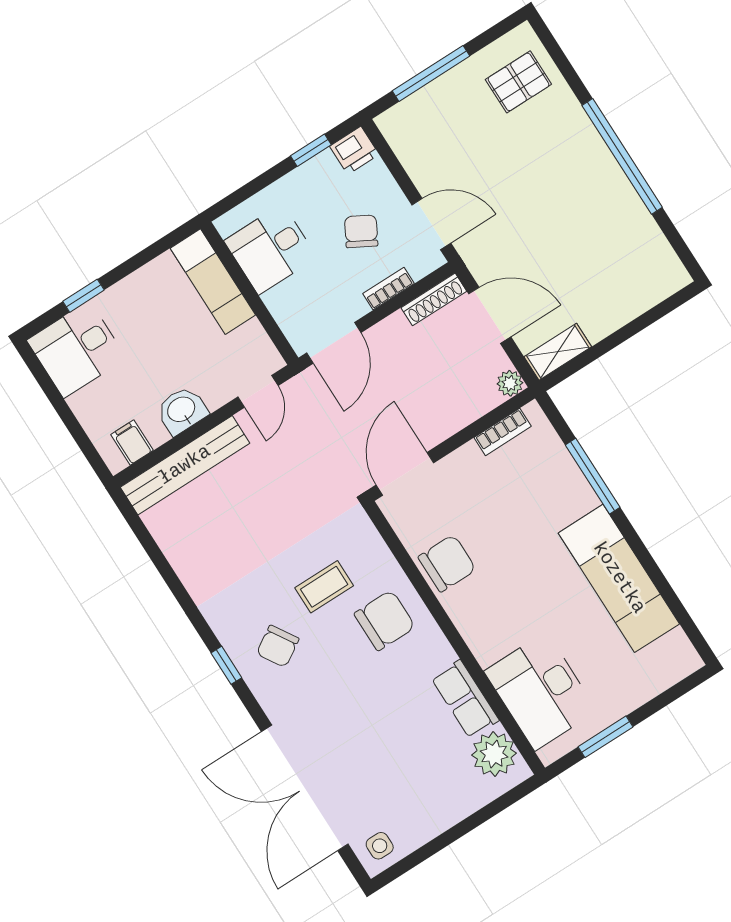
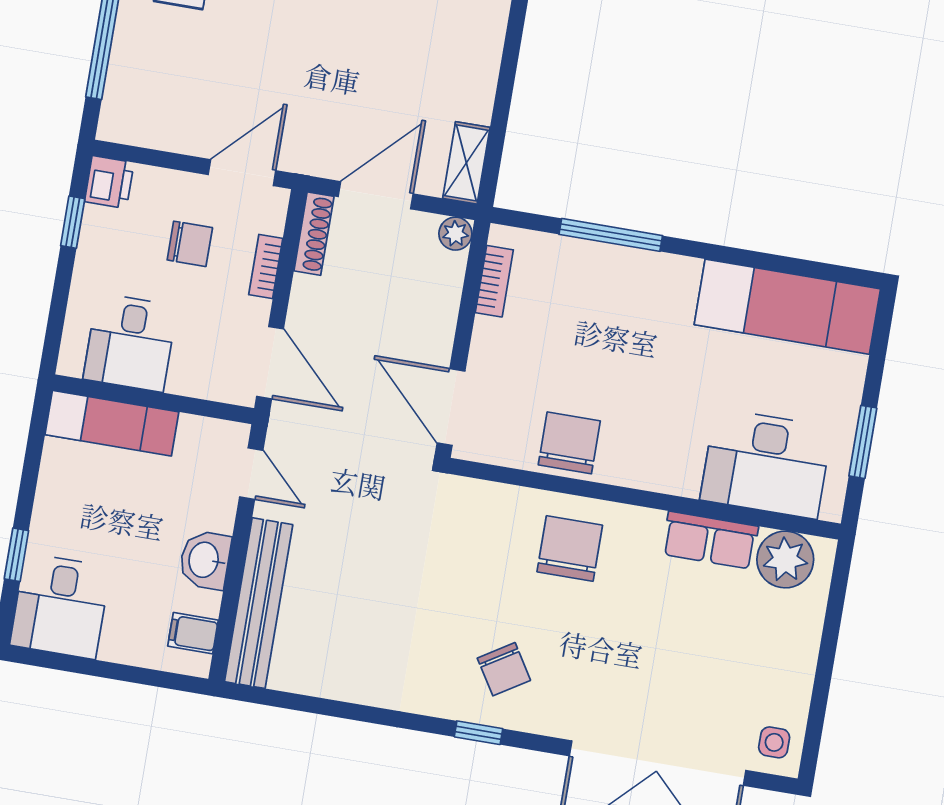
chair: (361, 231) -> (190, 244), turned 151
exam couch: (619, 578) -> (787, 307), moved
coffee table: (324, 587) -> (488, 576), removed

